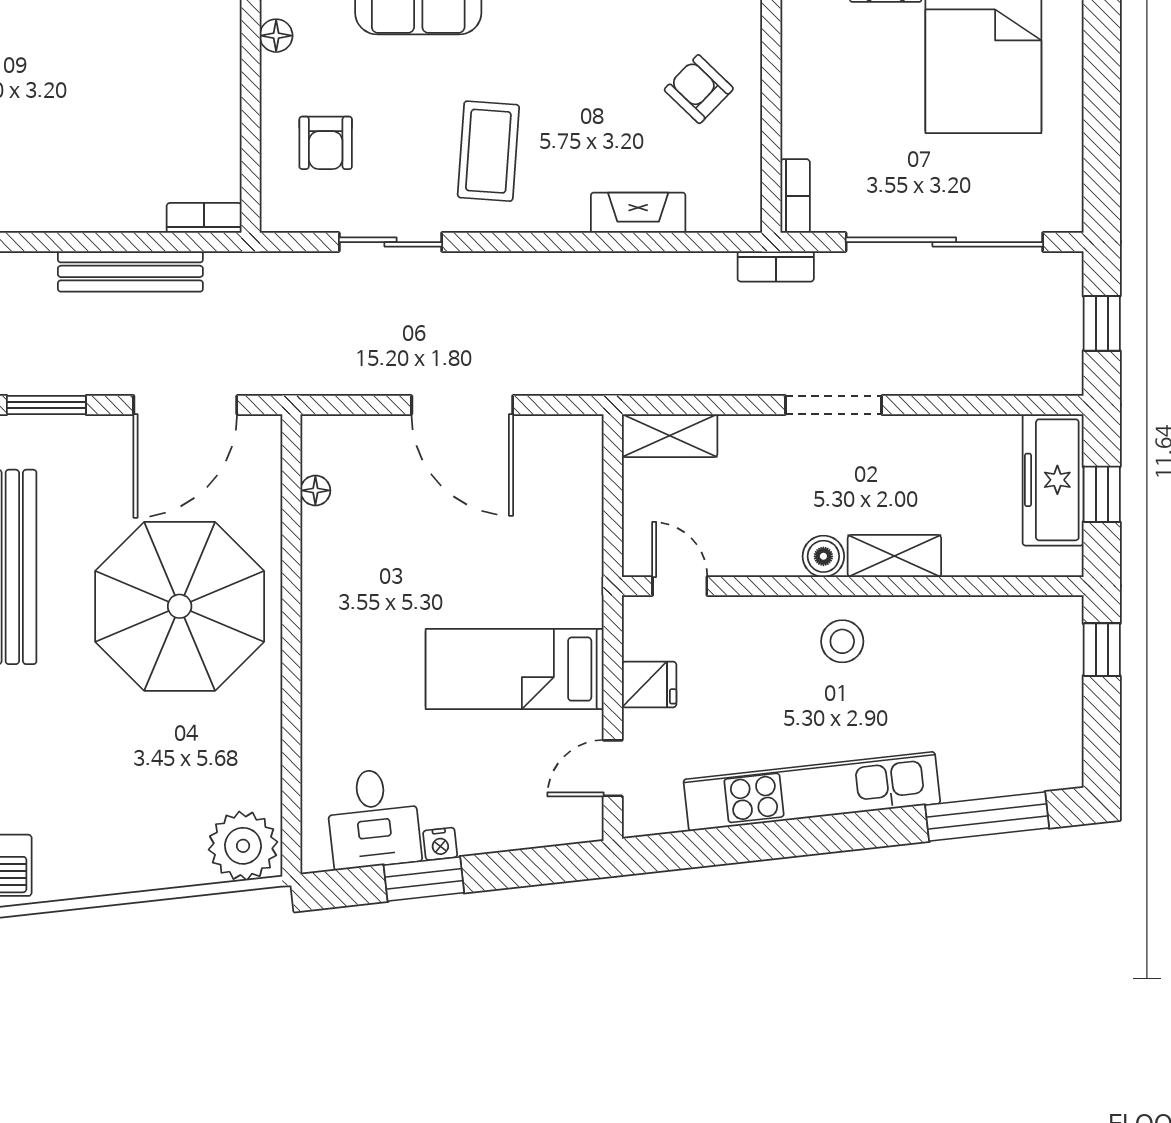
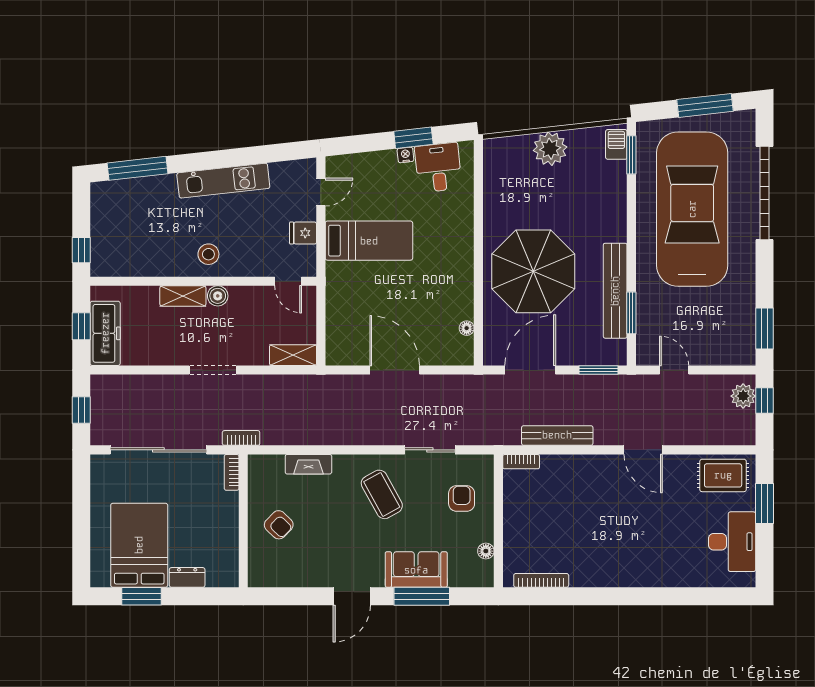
coffee table: (488, 151) -> (382, 494), turned -33
kitchen unit: (812, 791) -> (223, 181), width x0.73
plant: (243, 846) -> (550, 149), moved

